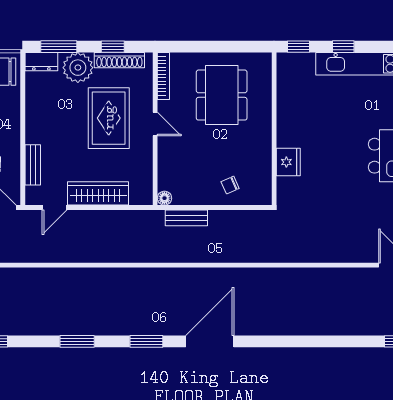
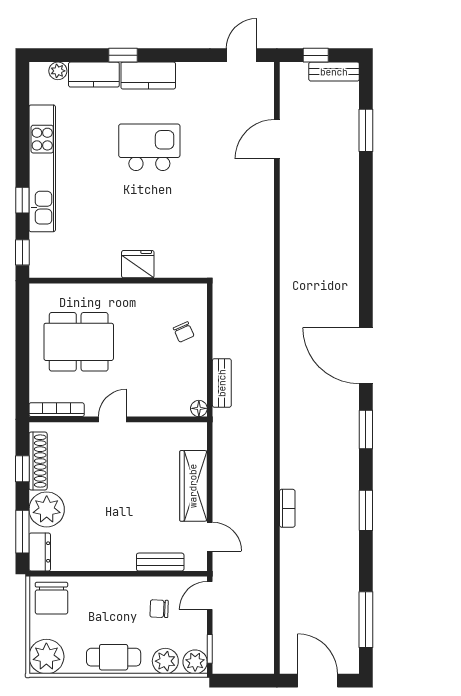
rug: (109, 118) -> (105, 473), removed
fridge: (288, 162) -> (138, 264), moved
bookcase: (79, 274) -> (287, 508), added

